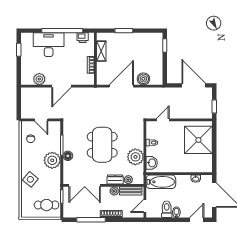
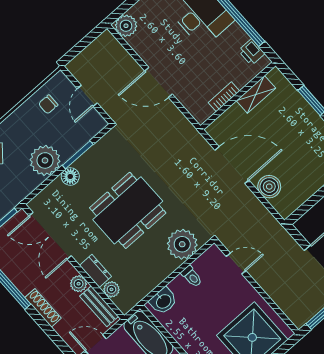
plant: (39, 79) -> (126, 26), moved
plant: (135, 157) -> (182, 244), moved

